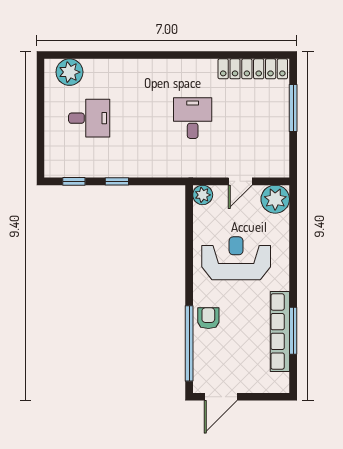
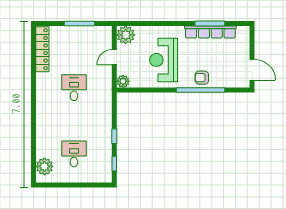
window: (293, 108) -> (80, 23), moved
desk: (193, 118) -> (74, 88), turned 90
door: (240, 181) -> (114, 57), swing flipped
window: (189, 343) -> (201, 90), moved

